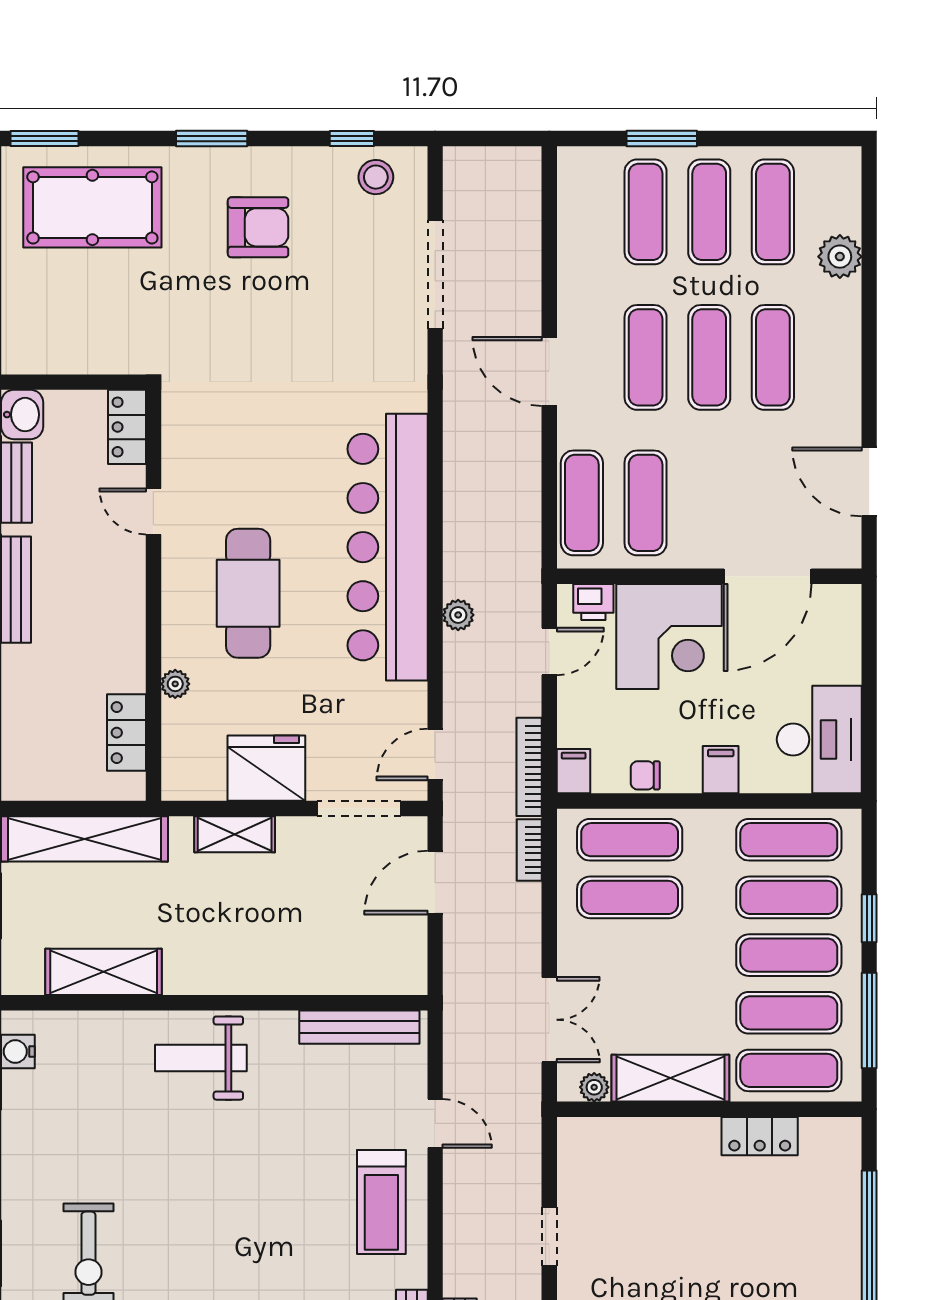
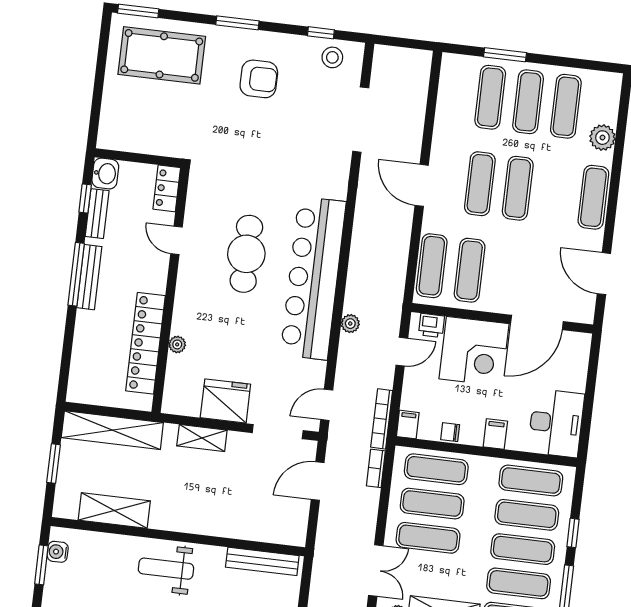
exercise mat: (773, 357) -> (593, 197), moved
cafe table: (248, 593) -> (246, 254), moved
locker: (126, 733) -> (145, 343), width x2.16, depth x1.21
exercise mat: (630, 955) -> (428, 538), added

